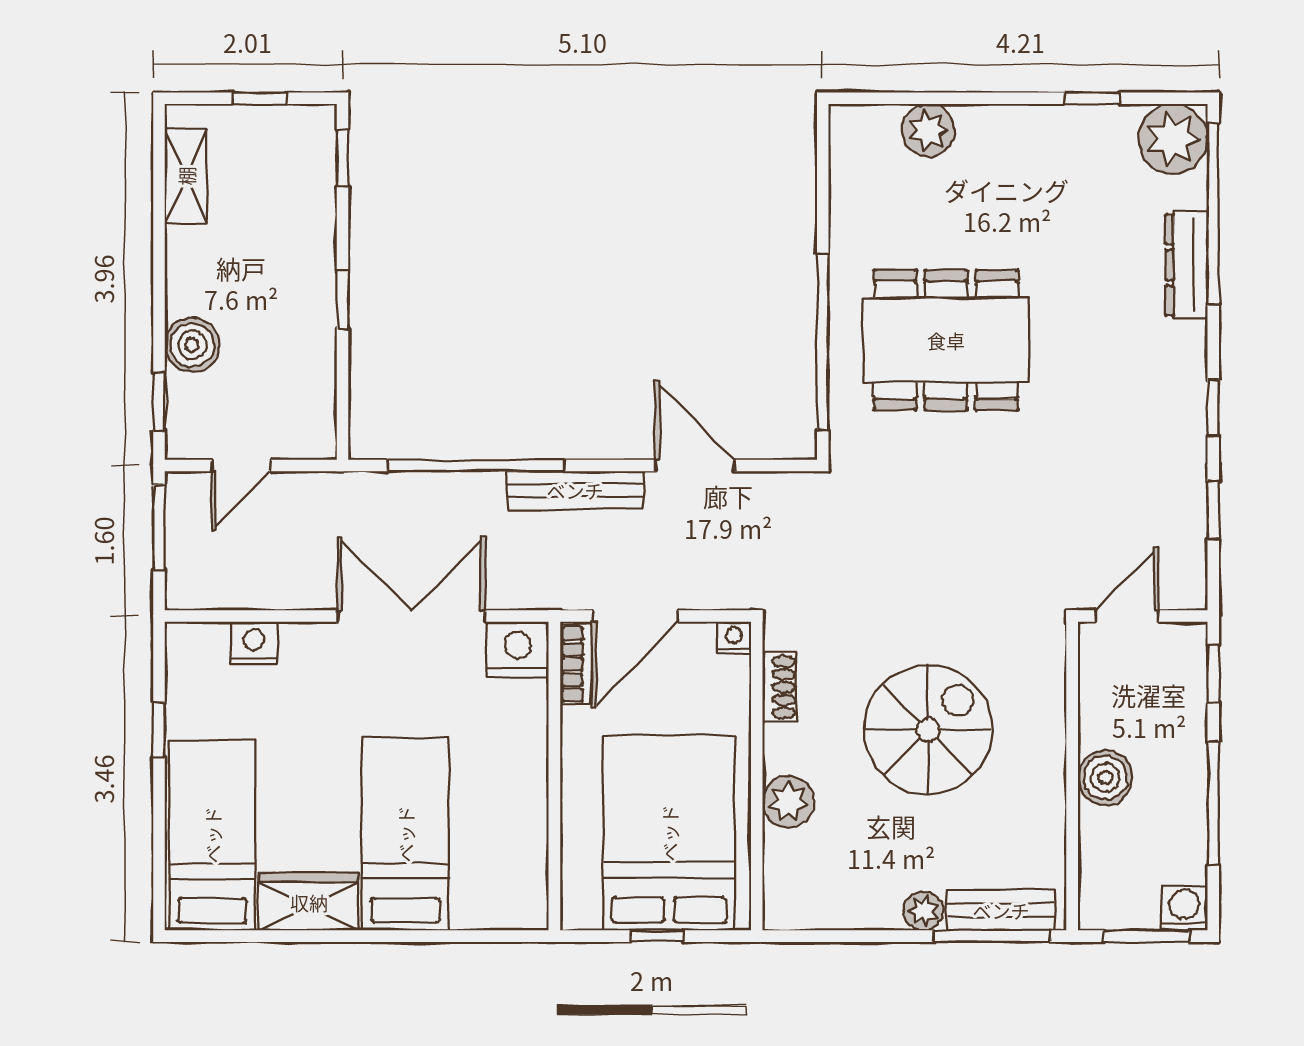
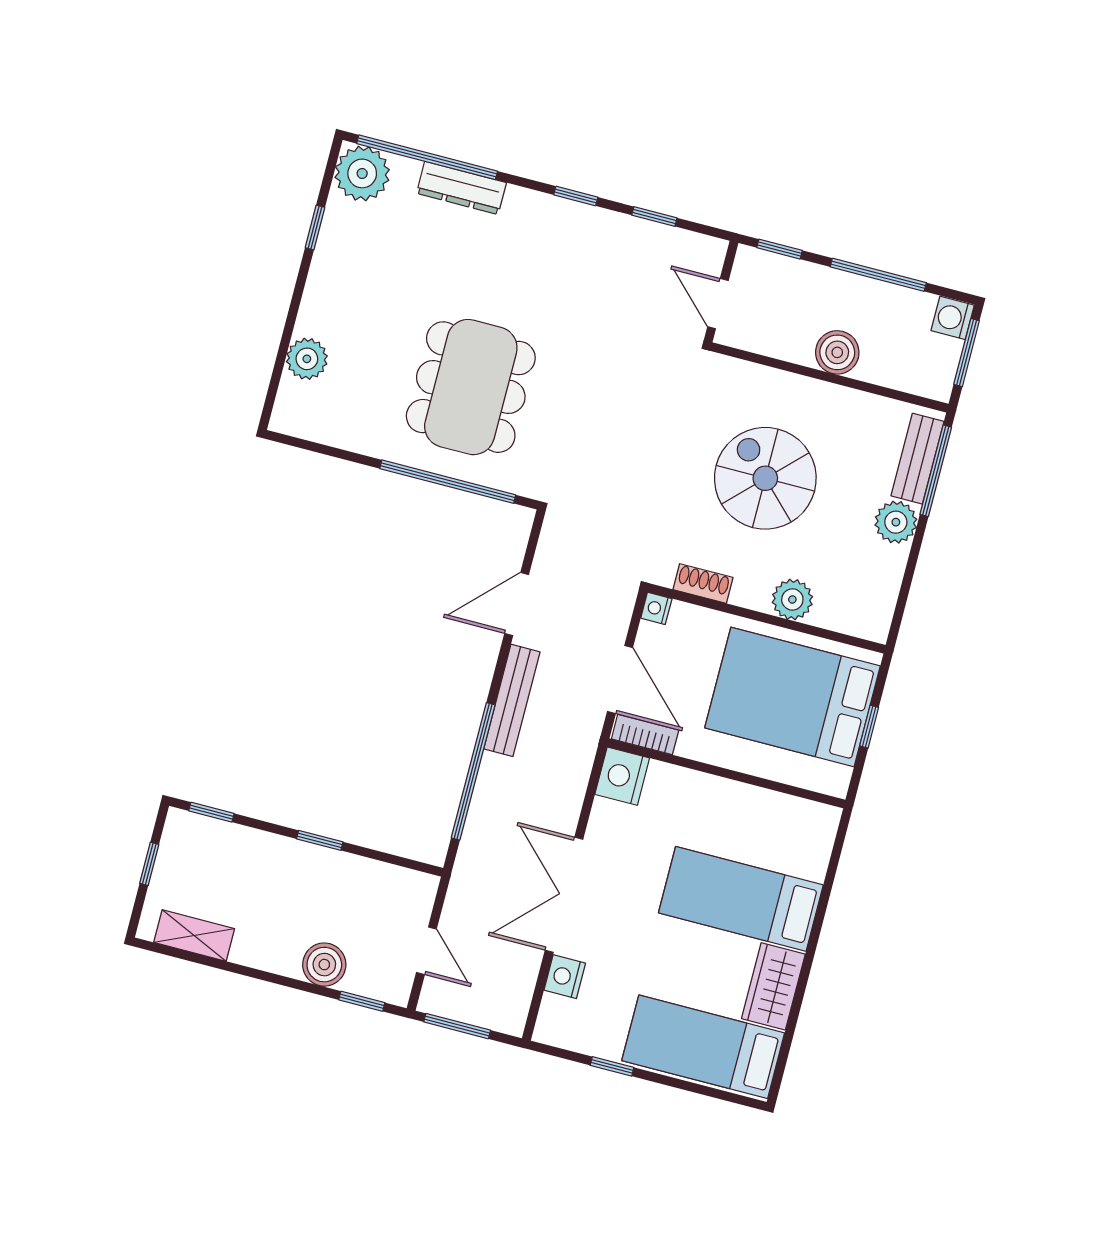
double door: (411, 616) -> (564, 895), moved
plant: (923, 911) -> (896, 522), width x1.38, depth x1.38

